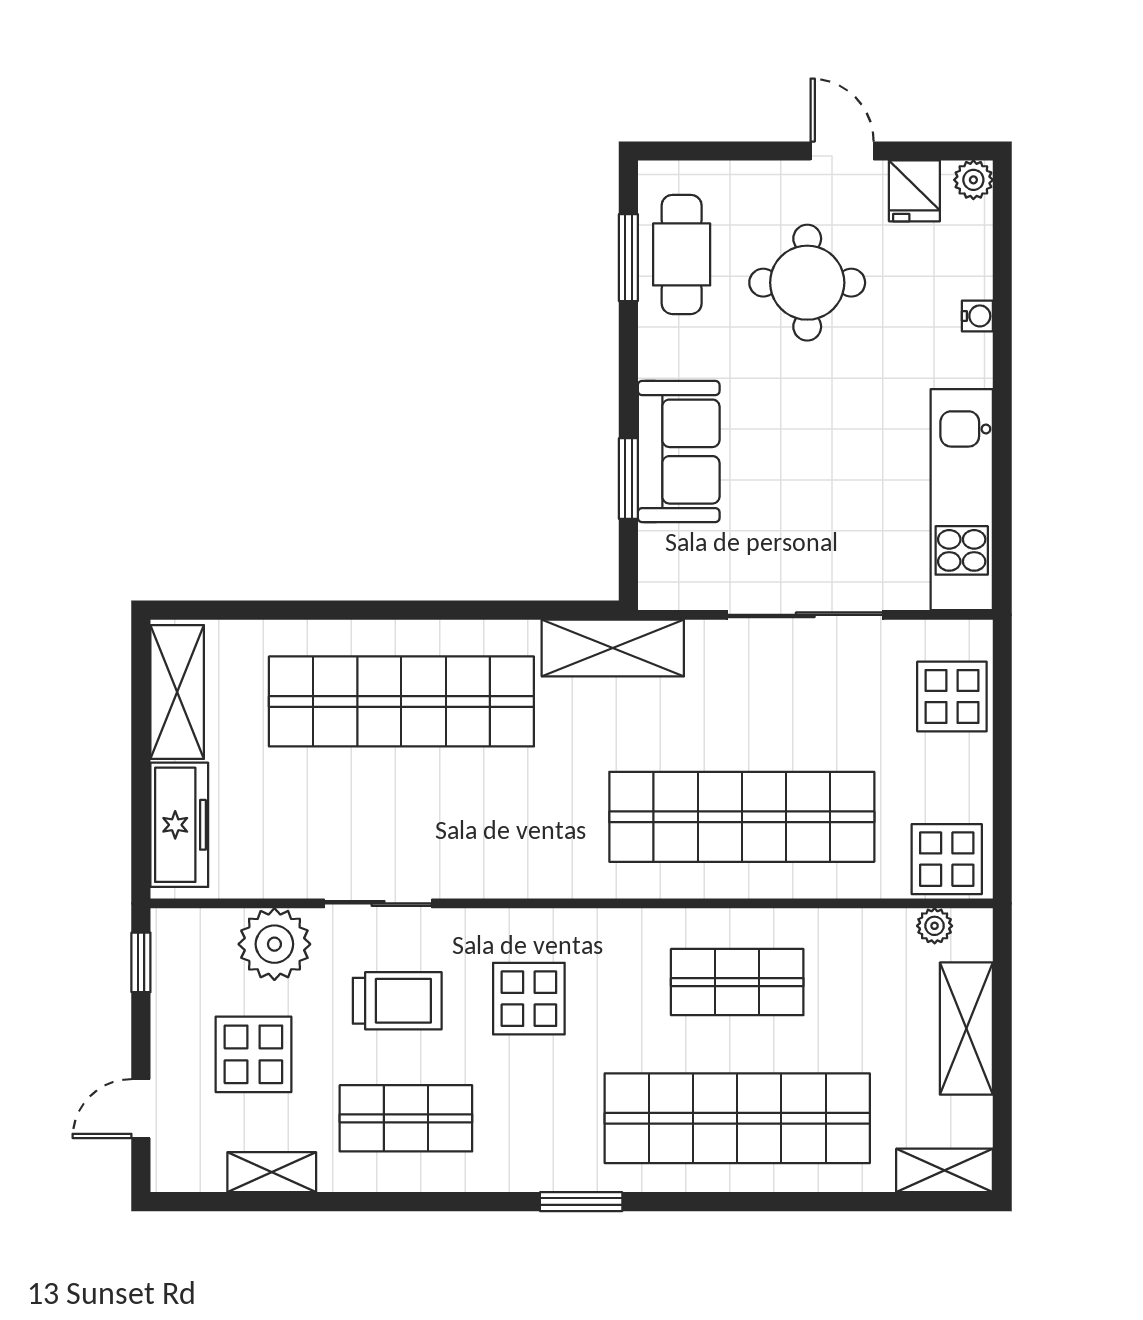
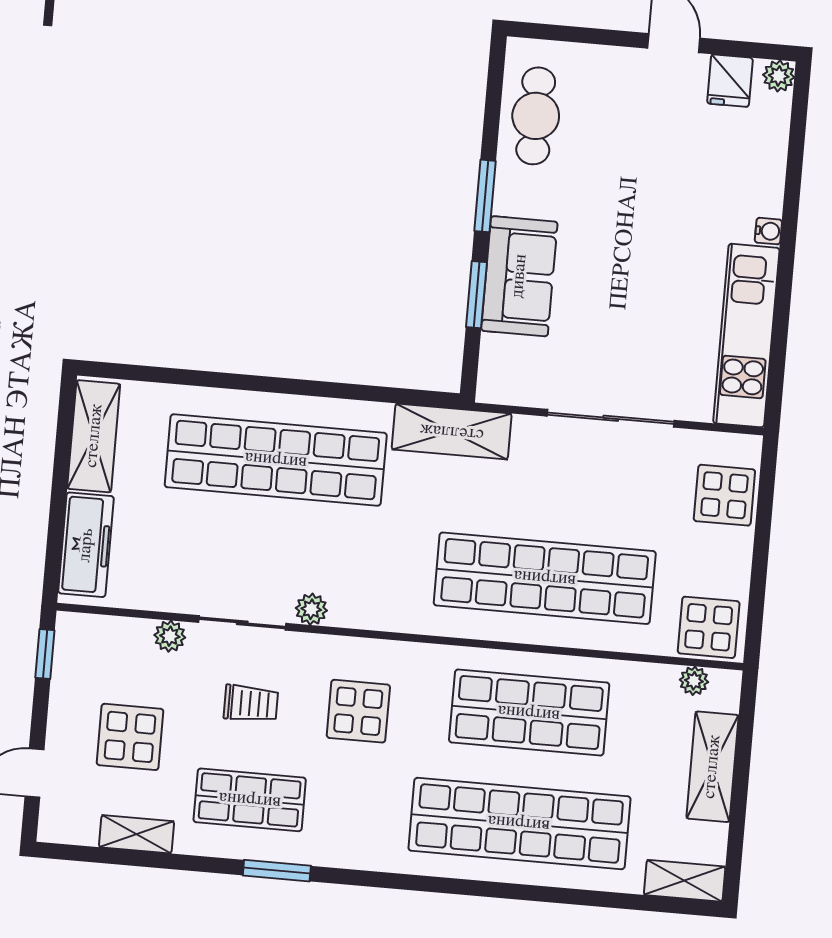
window: (628, 258) -> (485, 196), moved
round table: (807, 283) -> (636, 148), removed
water cooler: (977, 316) -> (768, 231), moved
plant: (461, 879) -> (311, 609), added
plant: (274, 944) -> (170, 636), width x0.53, depth x0.53
shop shelf: (737, 982) -> (529, 713), width x1.43, depth x1.36
trolley: (397, 1001) -> (251, 703), width x0.73, depth x0.72
window: (581, 1202) -> (277, 871), moved

